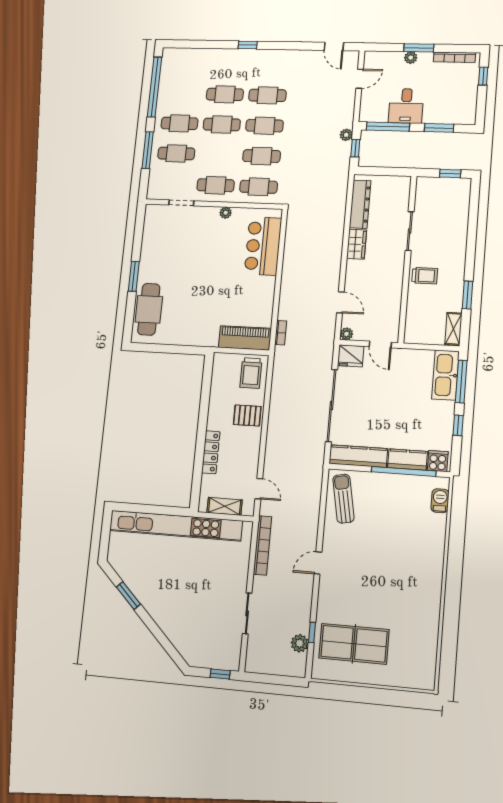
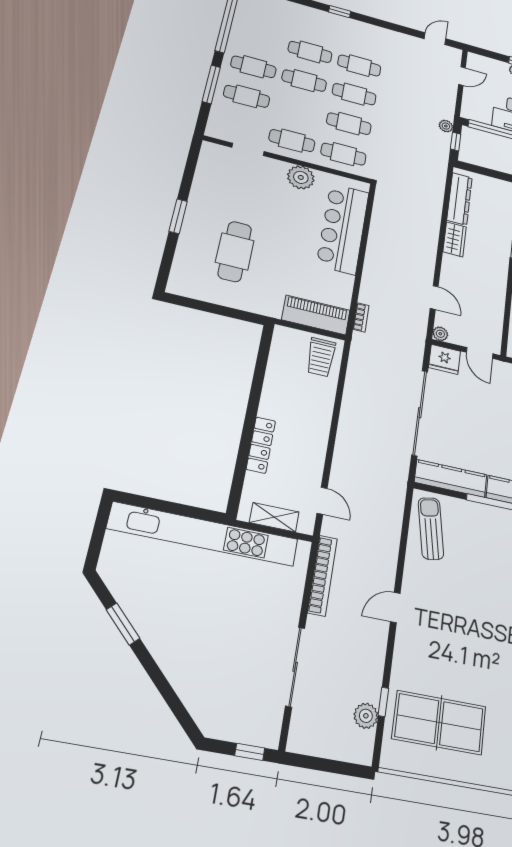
door: (334, 46) -> (435, 39), swing flipped
plant: (226, 213) -> (301, 177), width x1.88, depth x1.88
bar counter: (263, 246) -> (343, 229), width x1.36
cafe table: (149, 309) -> (235, 251), moved
pallet: (247, 415) -> (313, 407), removed
sliding door: (247, 613) -> (295, 667), width x1.37

